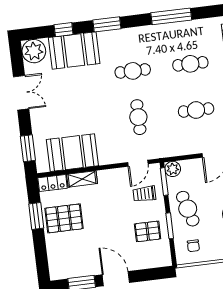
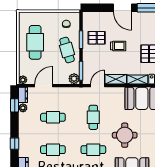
round table: (90, 97) -> (125, 135), added
shelving: (113, 175) -> (116, 79), added
trolley: (144, 194) -> (118, 46), moved

